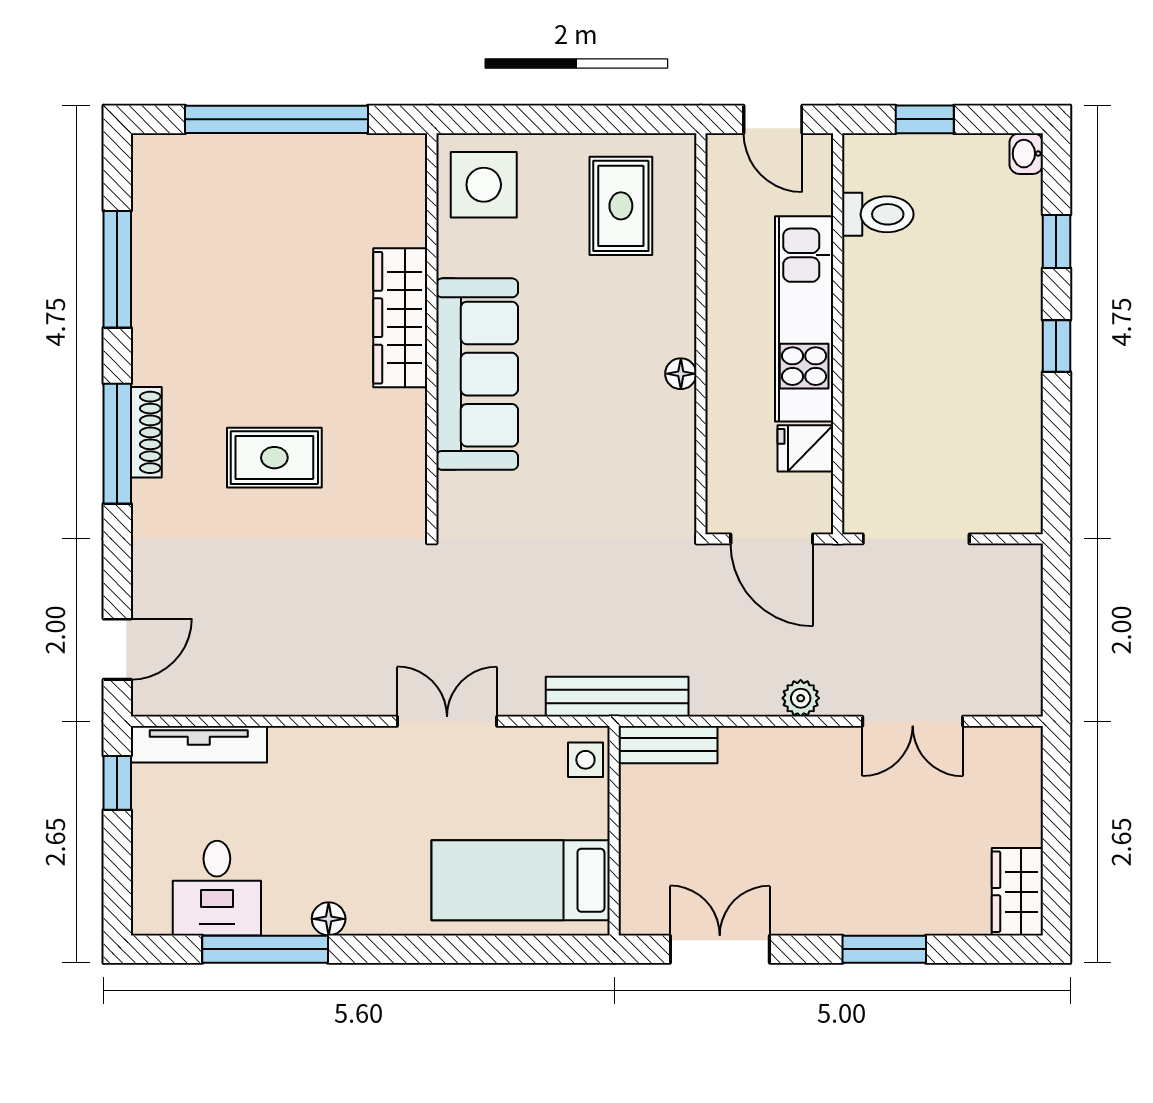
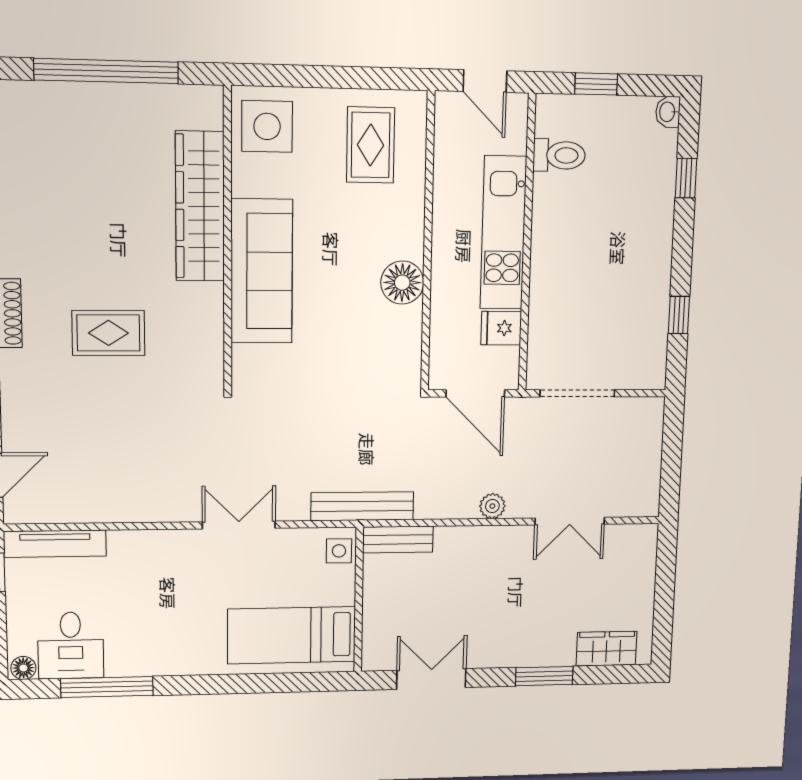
wardrobe: (400, 318) -> (200, 206), width x1.40, depth x1.17
window: (1056, 346) -> (679, 315), moved
floor lamp: (681, 374) -> (402, 283), width x1.89, depth x1.89
wardrobe: (1017, 892) -> (607, 649), moved, turned 90
floor lamp: (329, 919) -> (23, 668), moved

